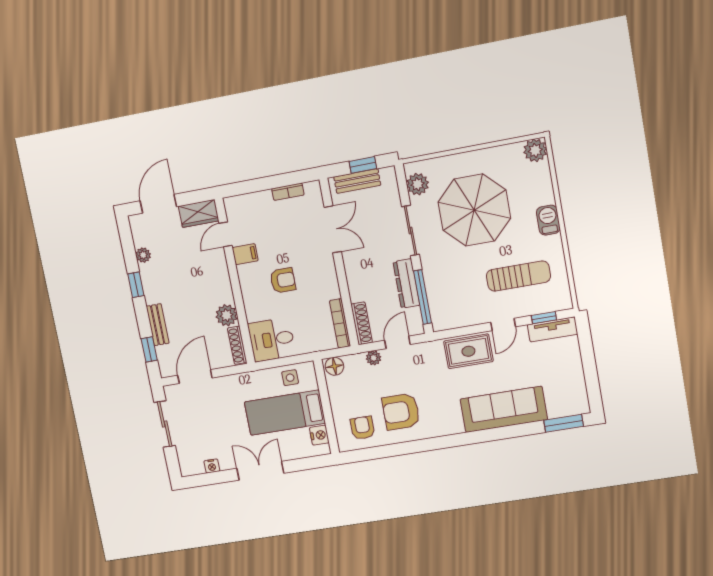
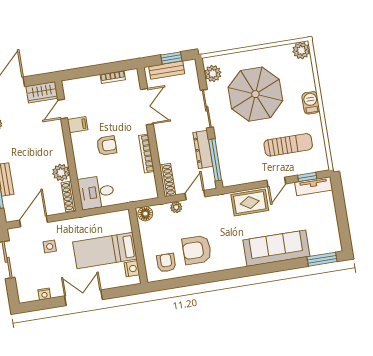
bookcase: (340, 323) -> (146, 153), moved
side table: (290, 378) -> (50, 246), moved

